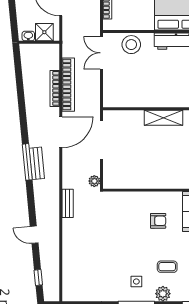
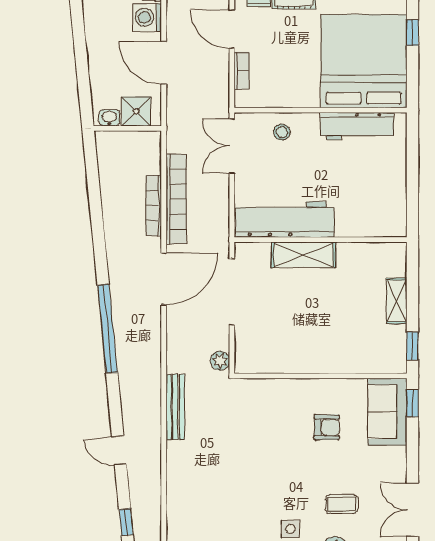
stool: (131, 45) -> (282, 132), width x0.53, depth x0.53
workbench: (133, 97) -> (285, 219), added
shelving: (163, 118) -> (303, 255), moved
window: (27, 162) -> (107, 329), width x1.46
bench: (37, 163) -> (124, 331), removed
bench: (68, 203) -> (175, 407), width x1.36

